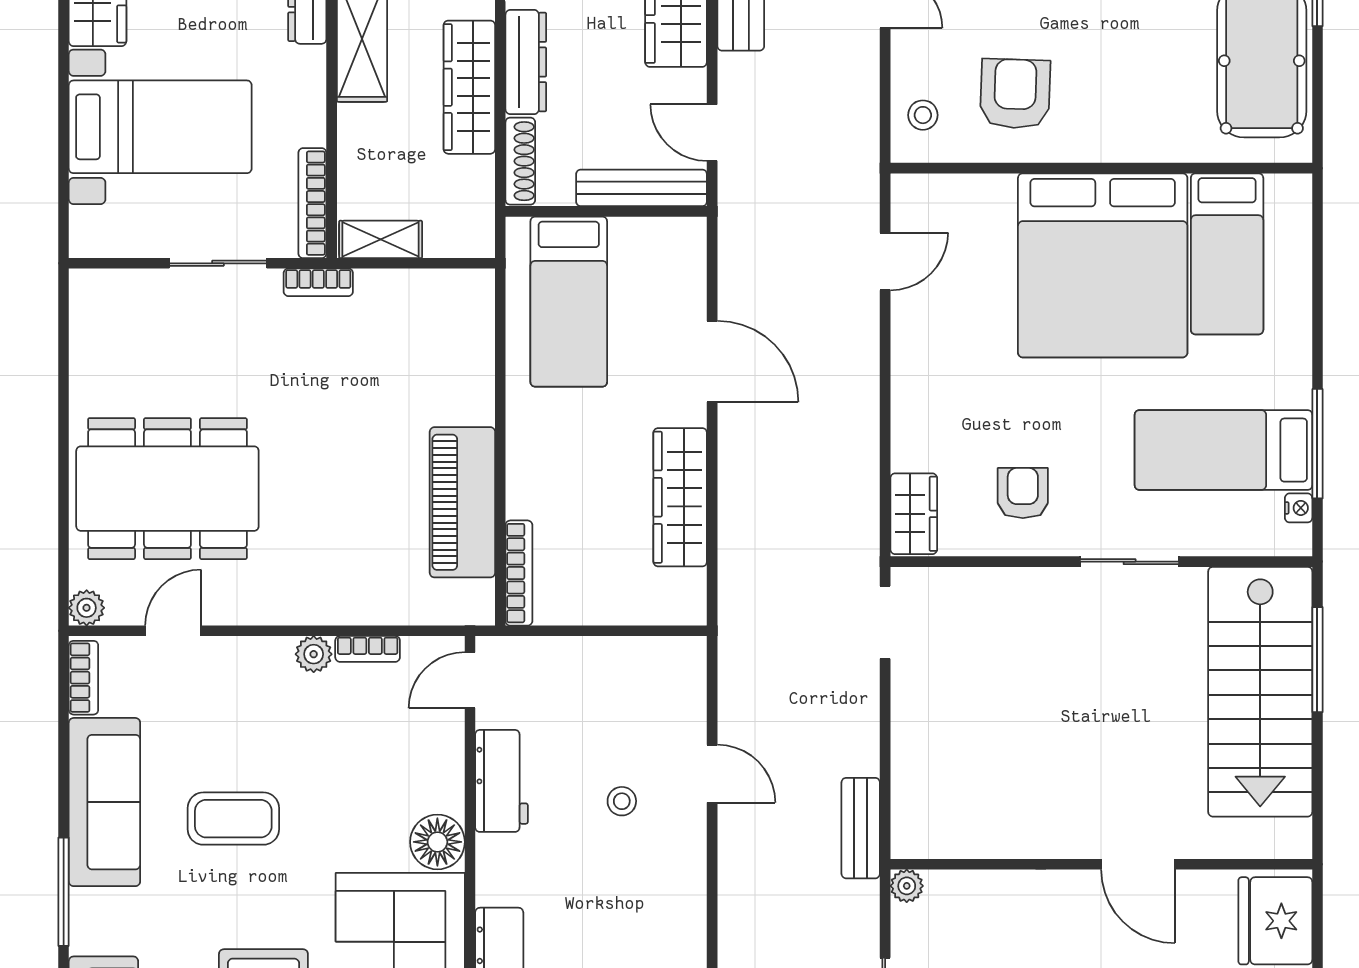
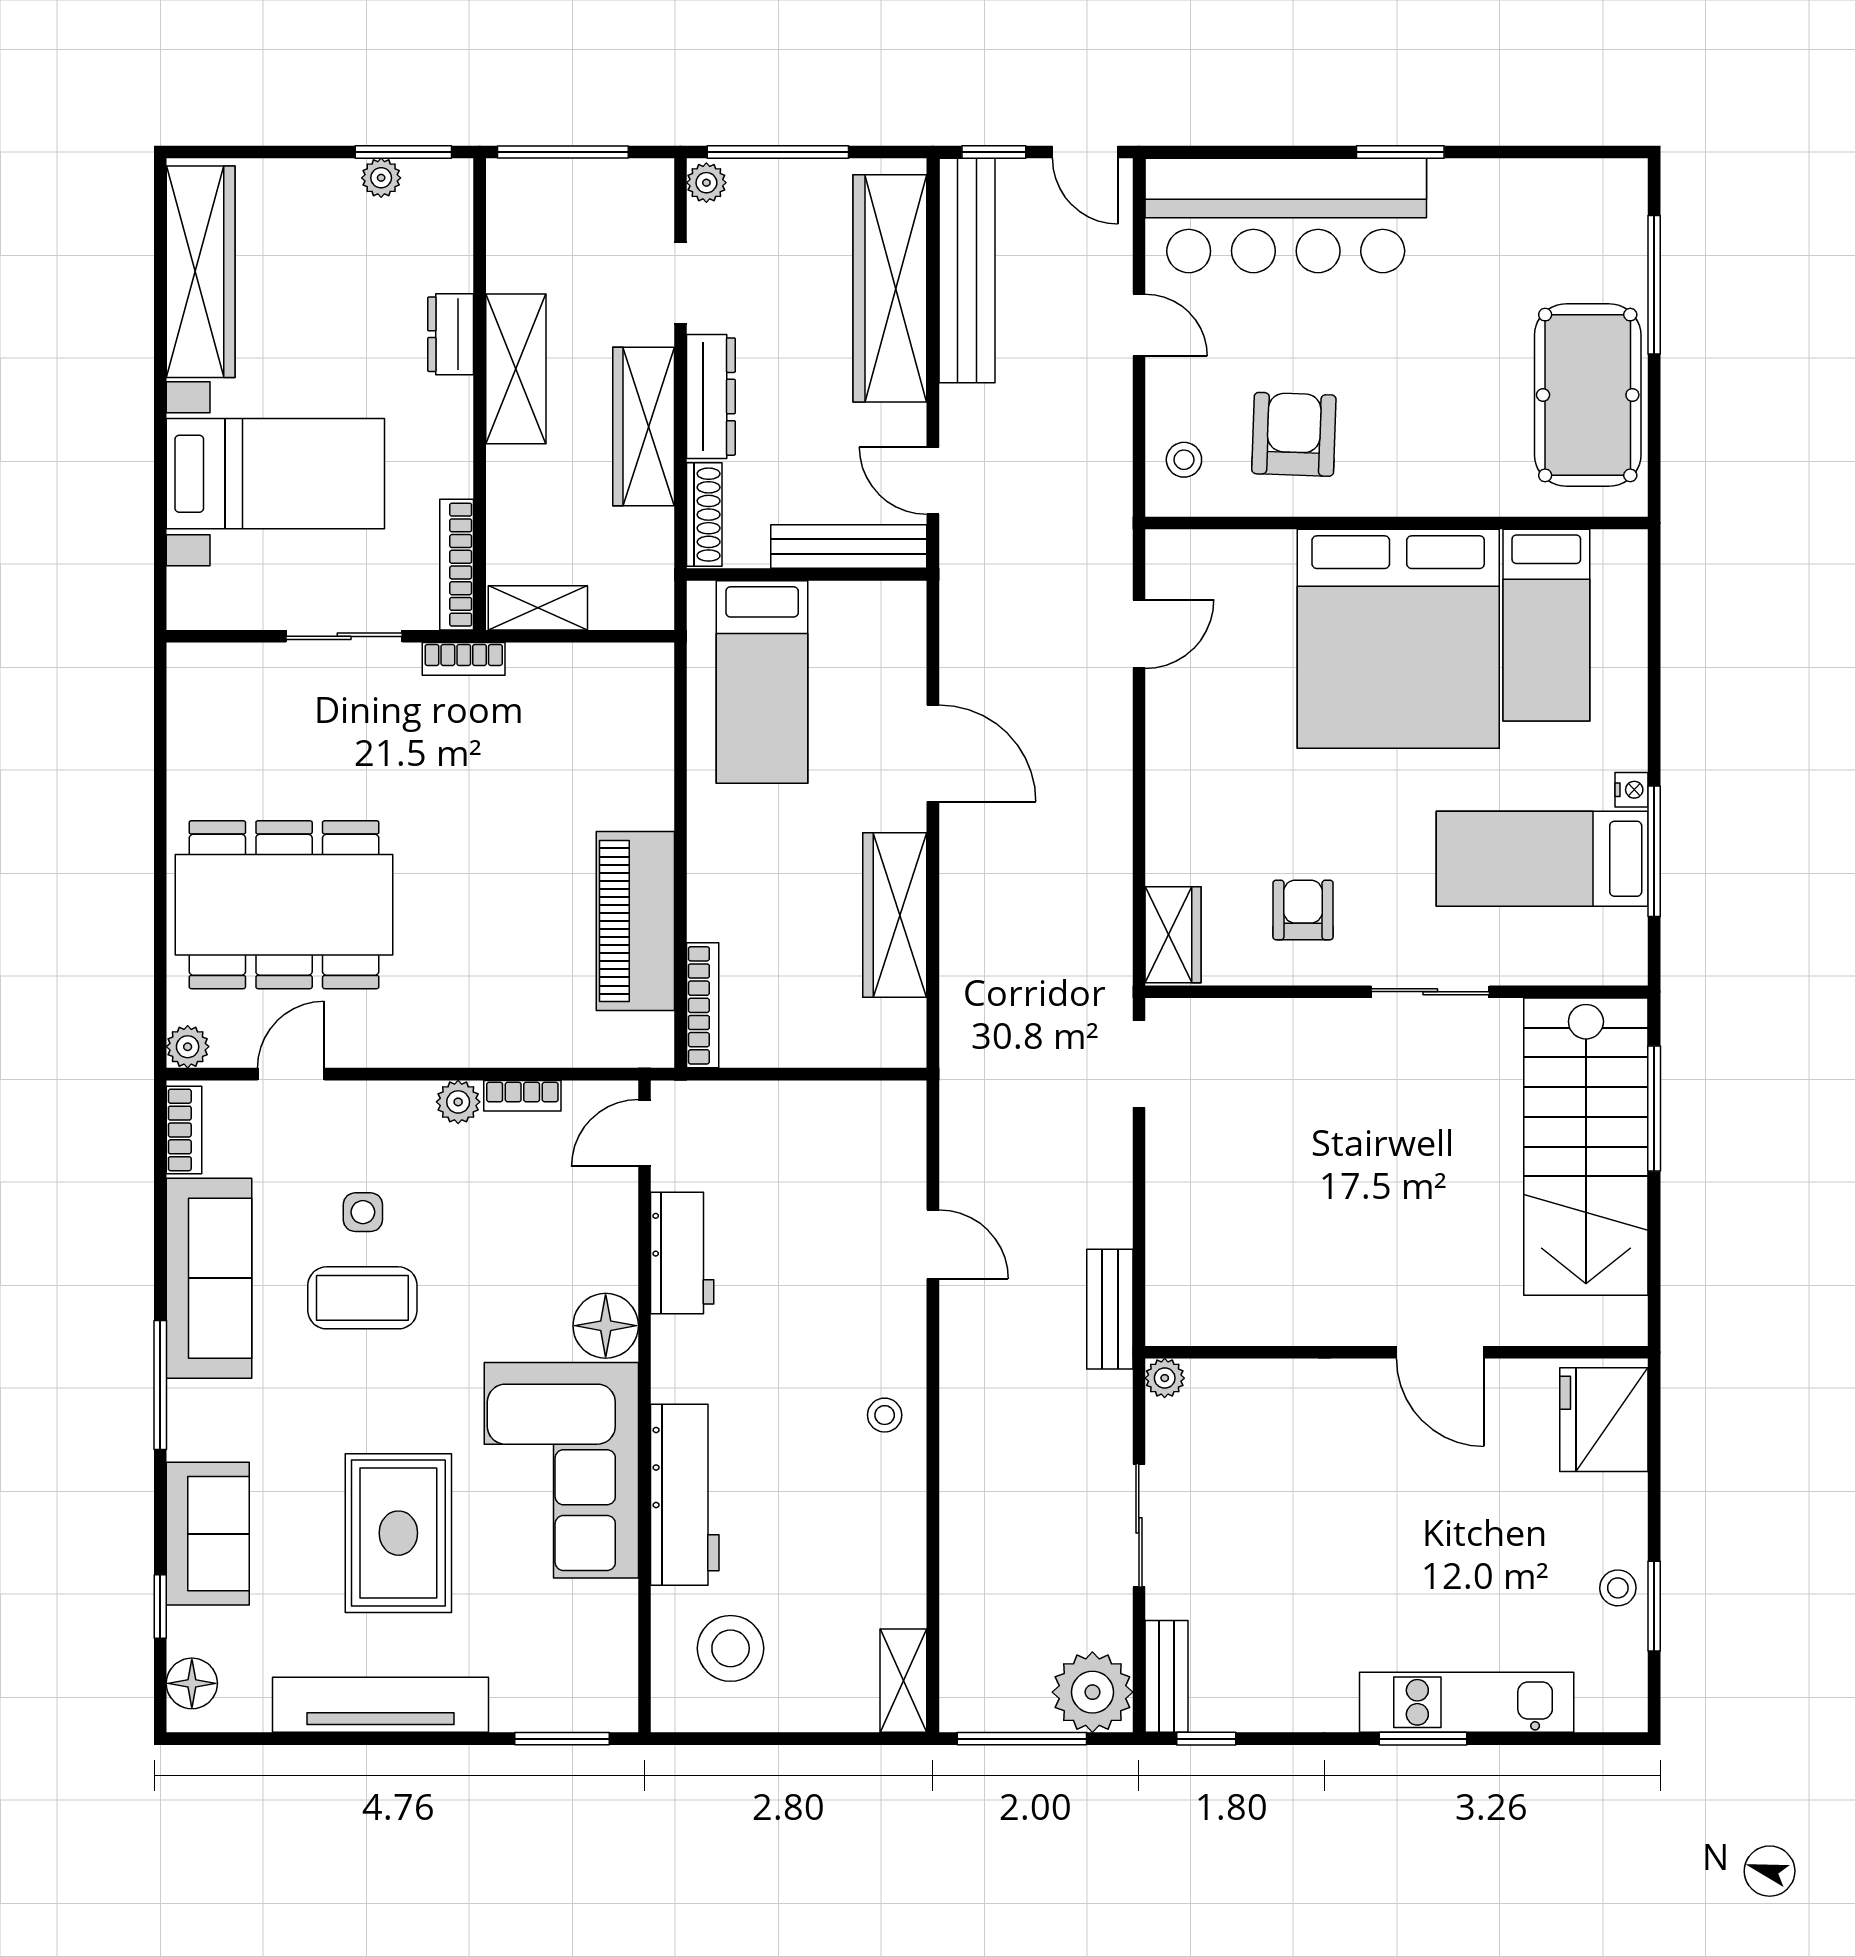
nightstand: (1299, 508) -> (1632, 790), moved
side table: (234, 747) -> (363, 1212), added
stool: (622, 801) -> (885, 1415), moved

